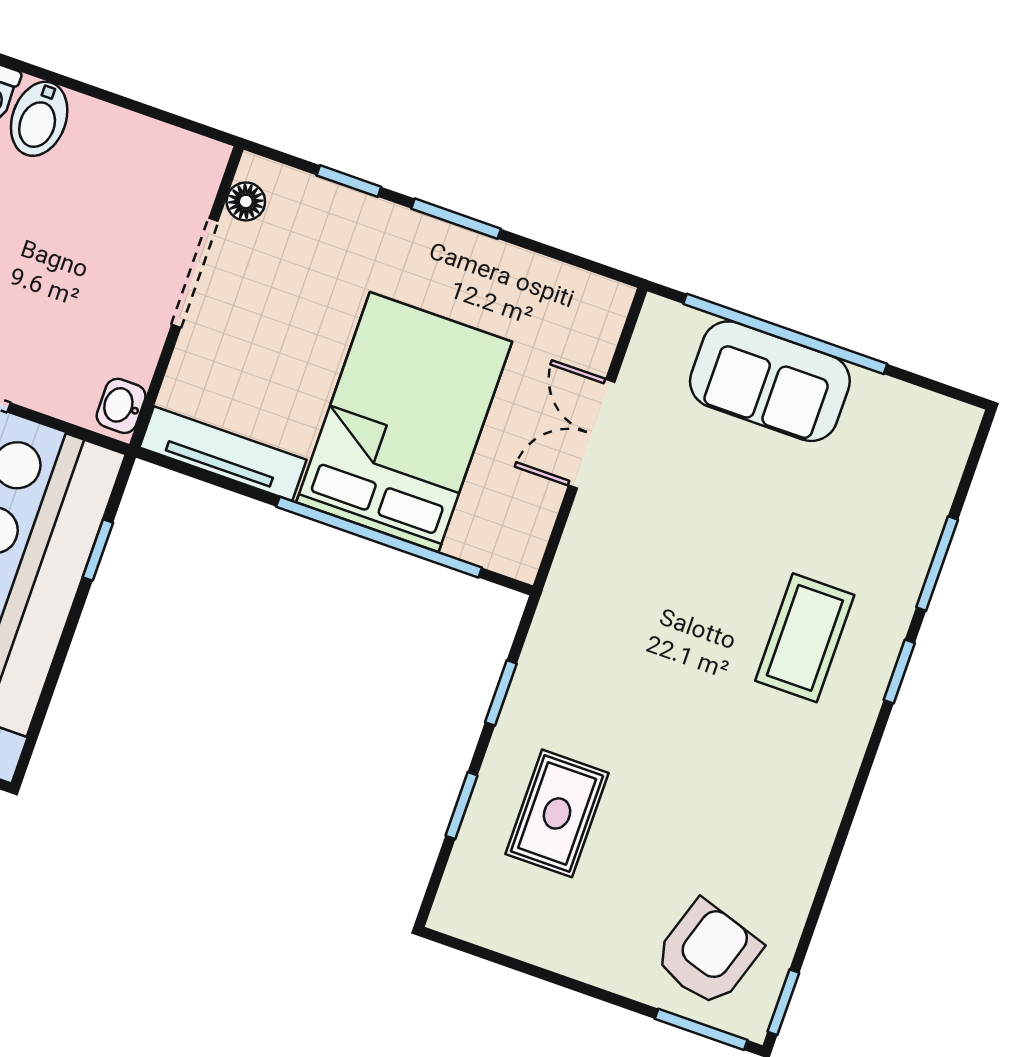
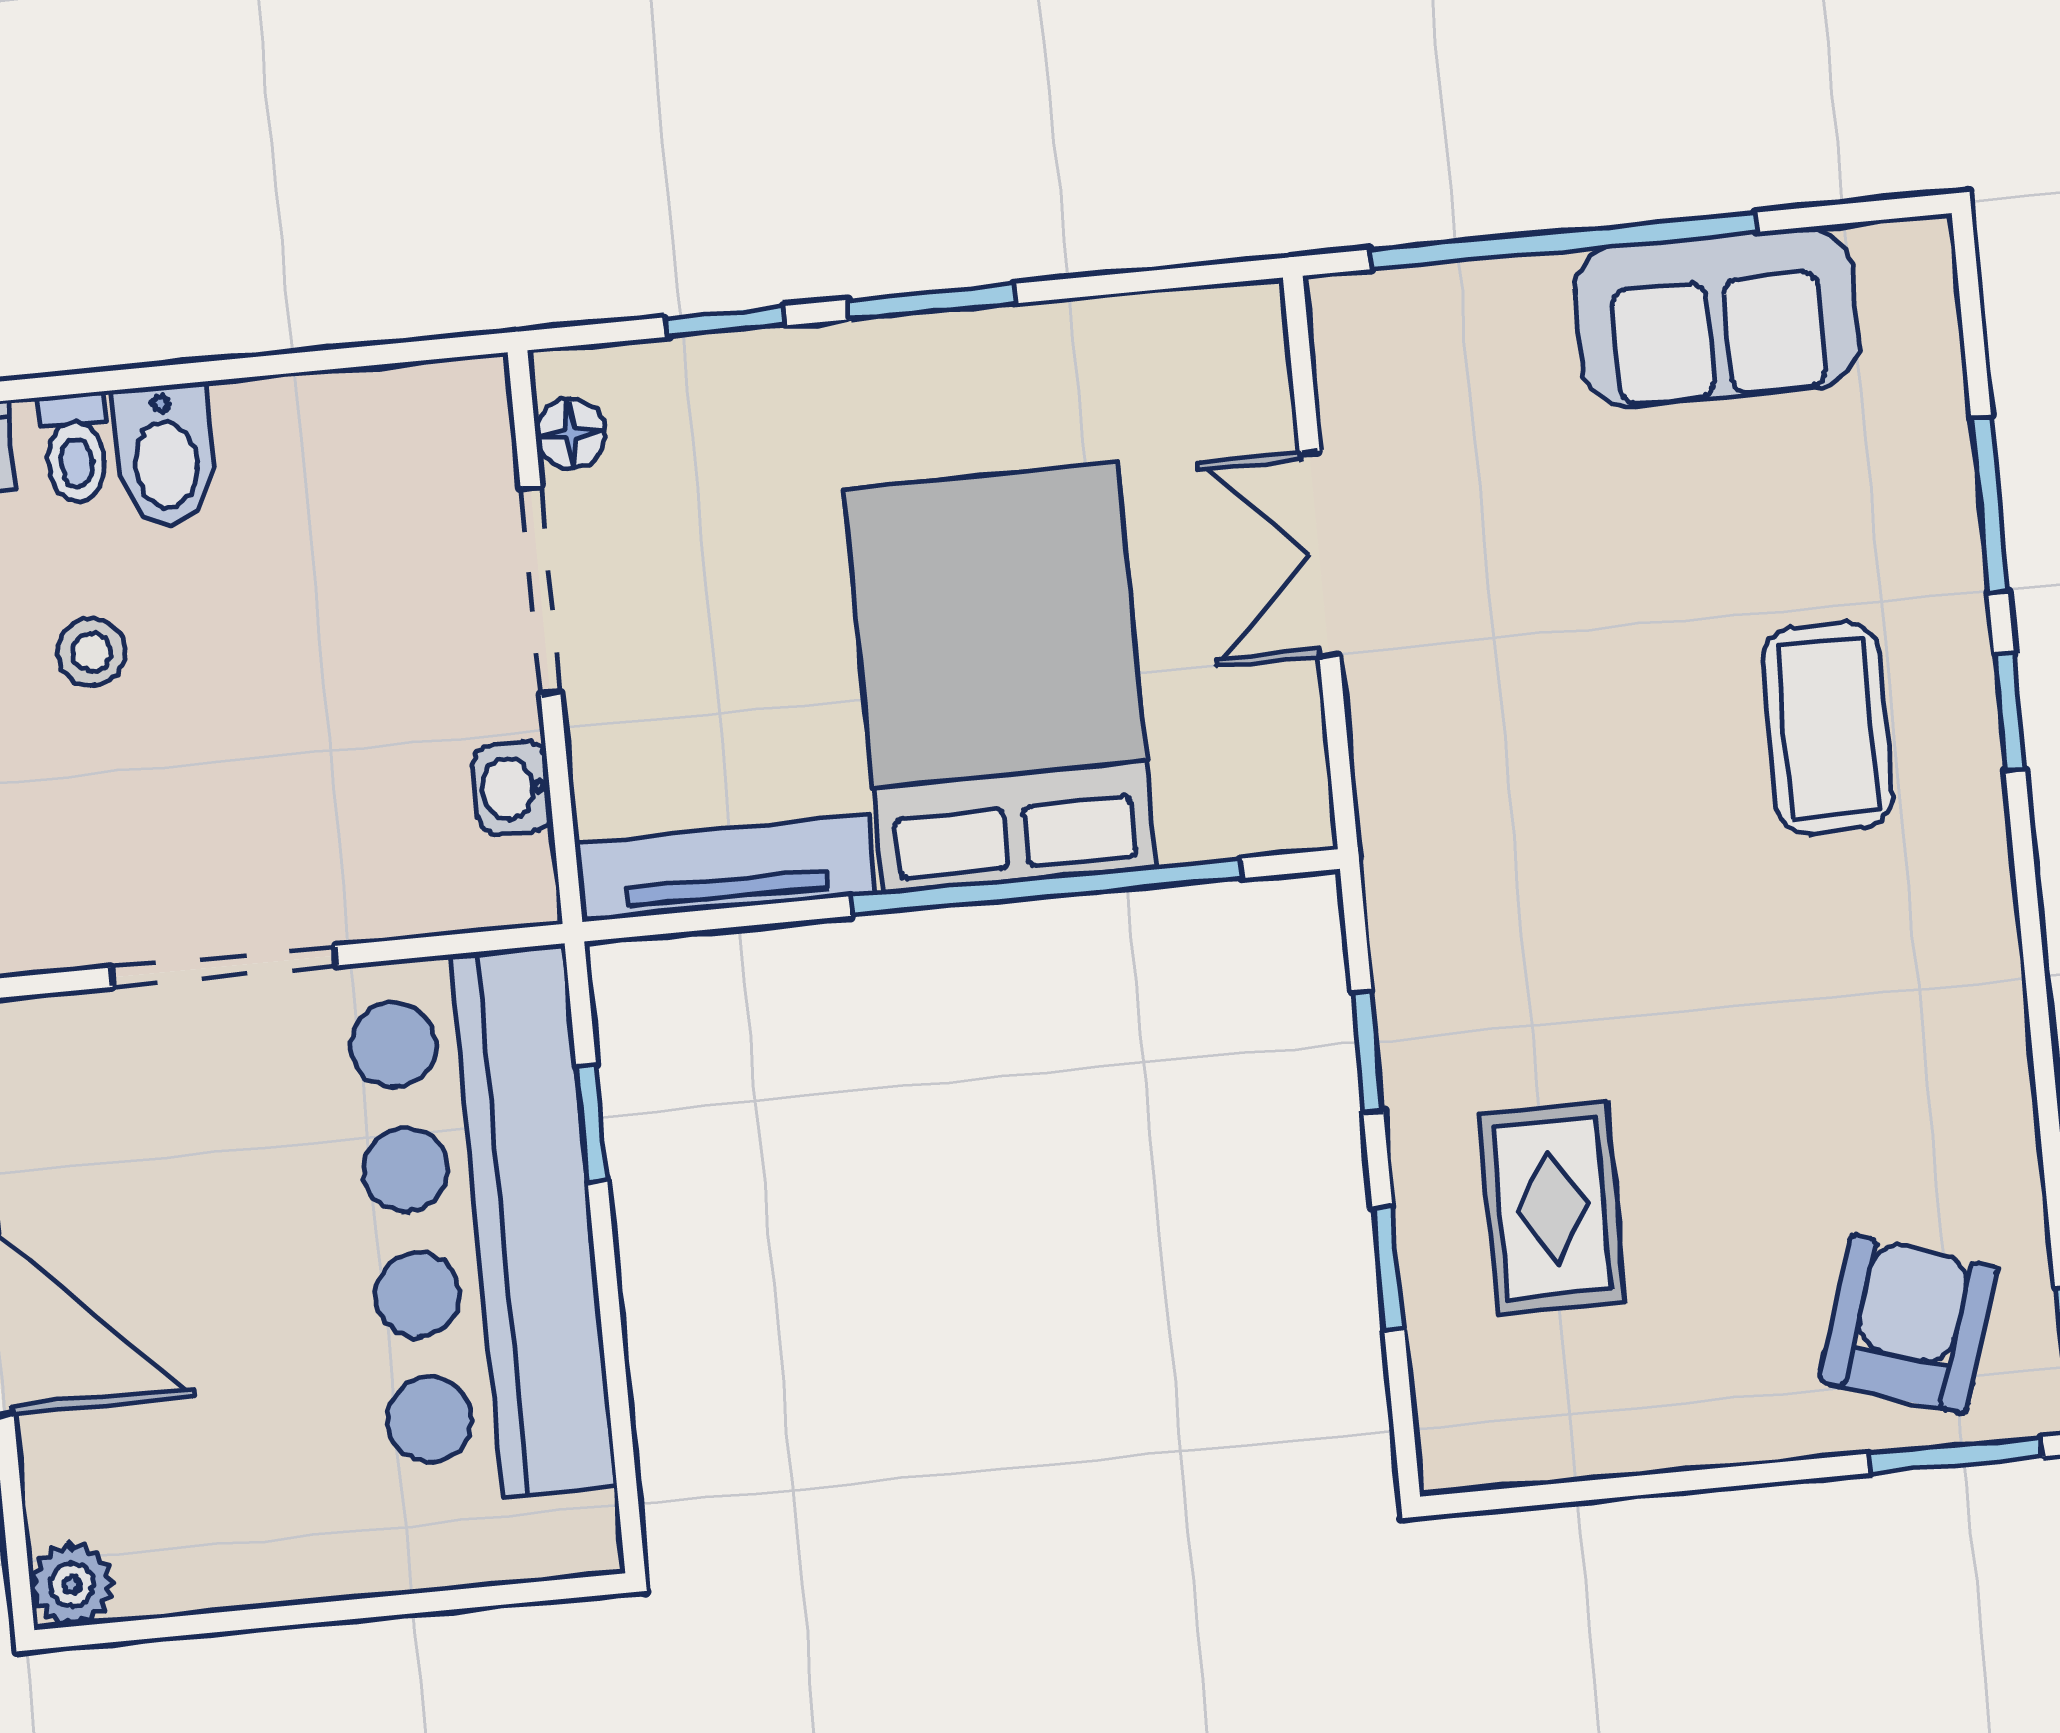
sofa: (770, 381) -> (1717, 317), moved
washbasin: (121, 406) -> (512, 788), moved

